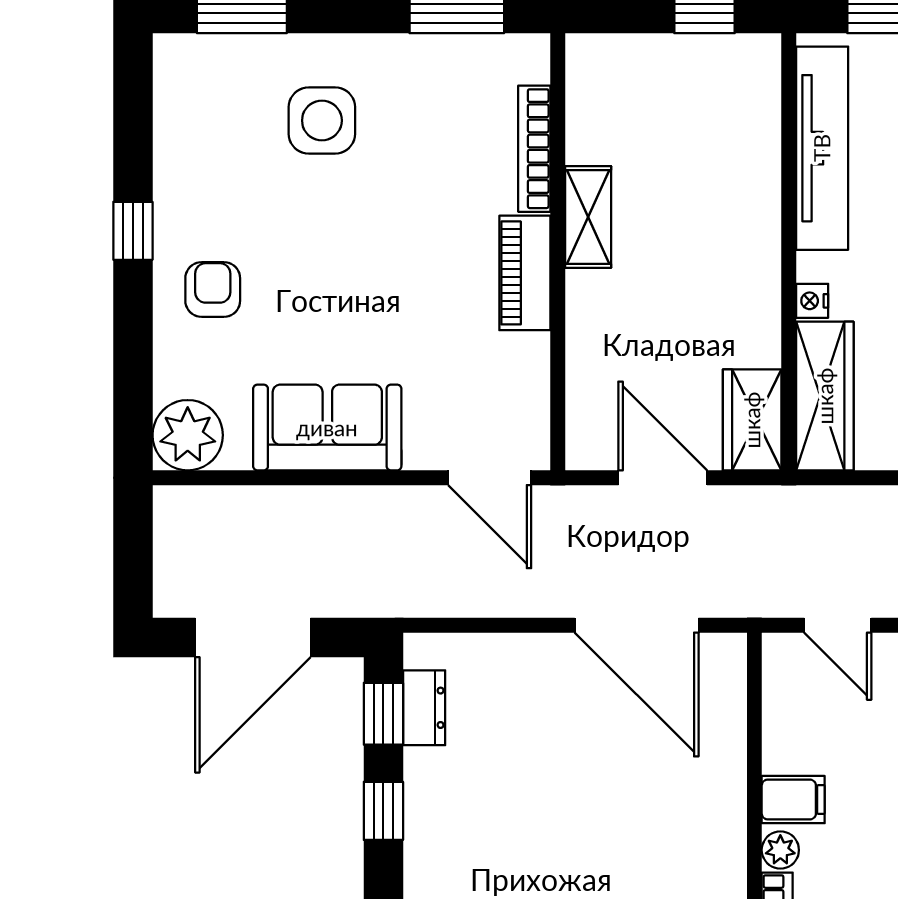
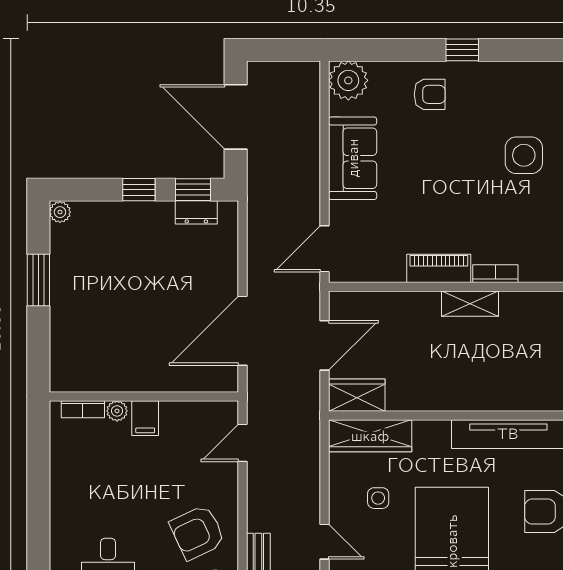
bookcase: (534, 149) -> (495, 274), width x0.64
nightstand: (812, 301) -> (423, 429), removed

